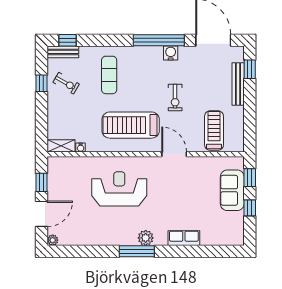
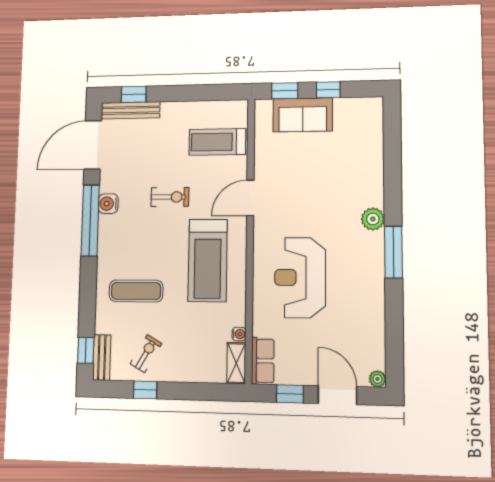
bench: (238, 84) -> (131, 110), moved
plant: (146, 238) -> (373, 219), moved
row of seats: (184, 238) -> (263, 361), moved, turned 180

